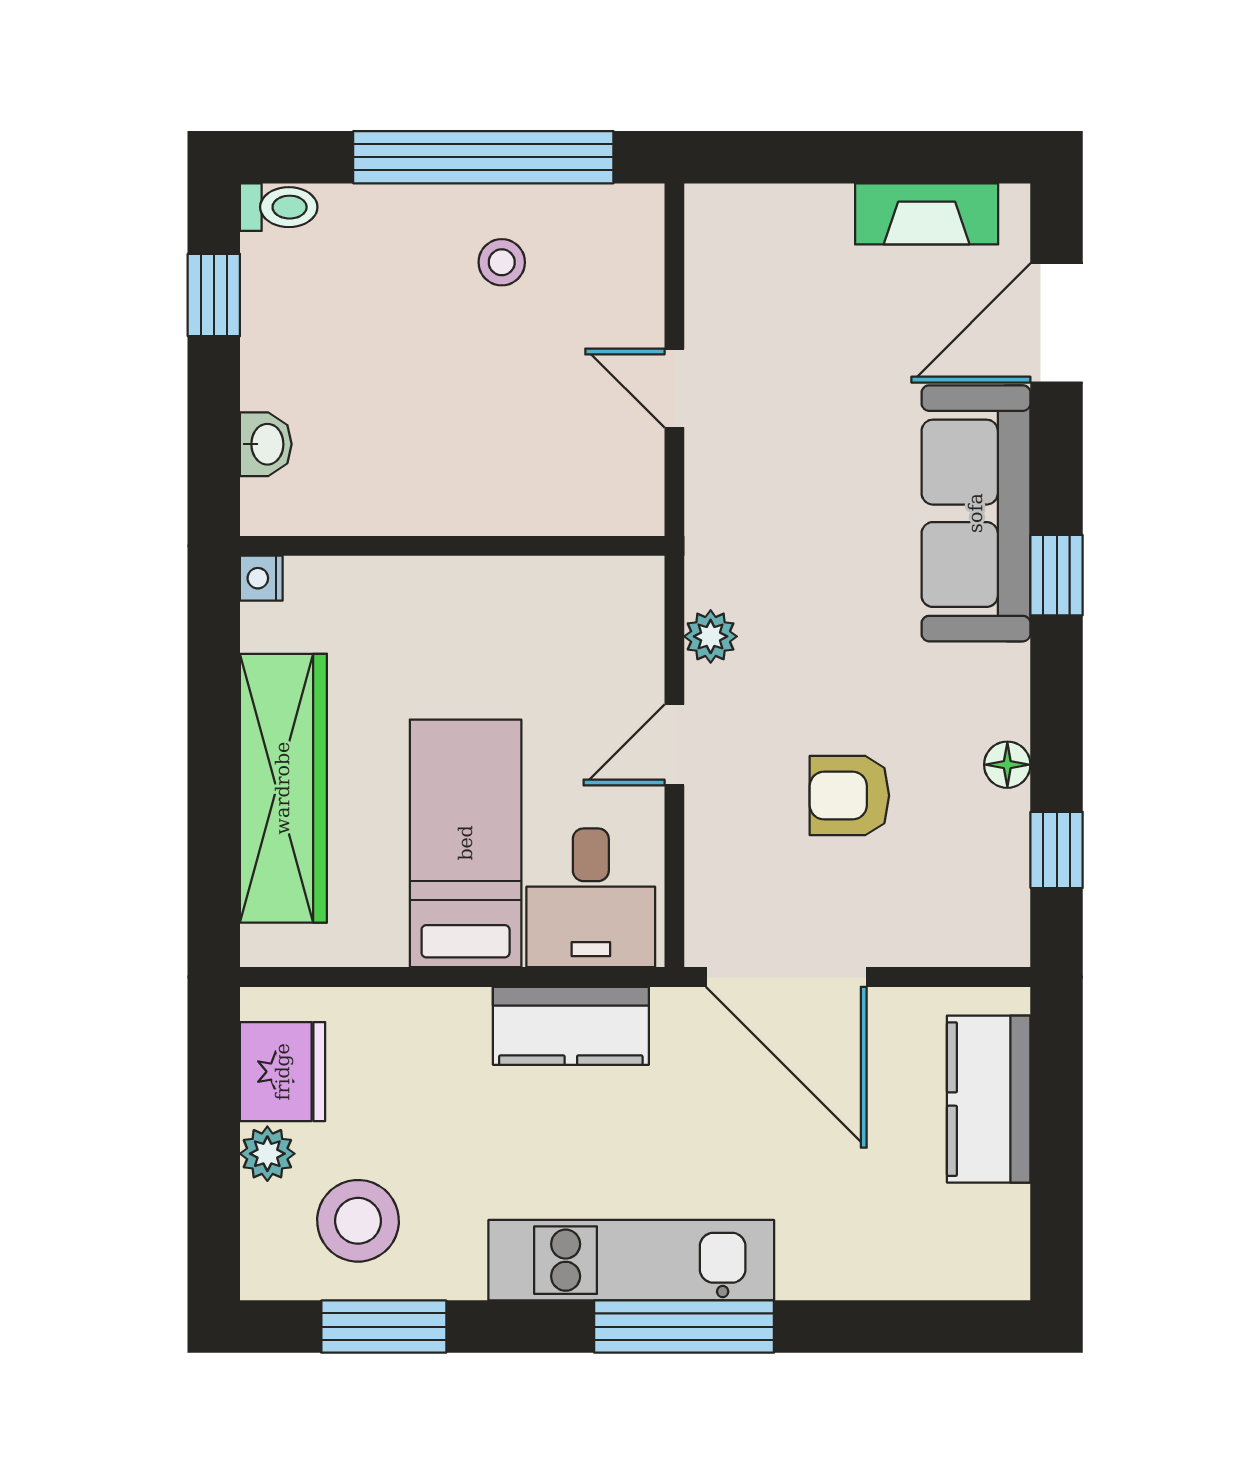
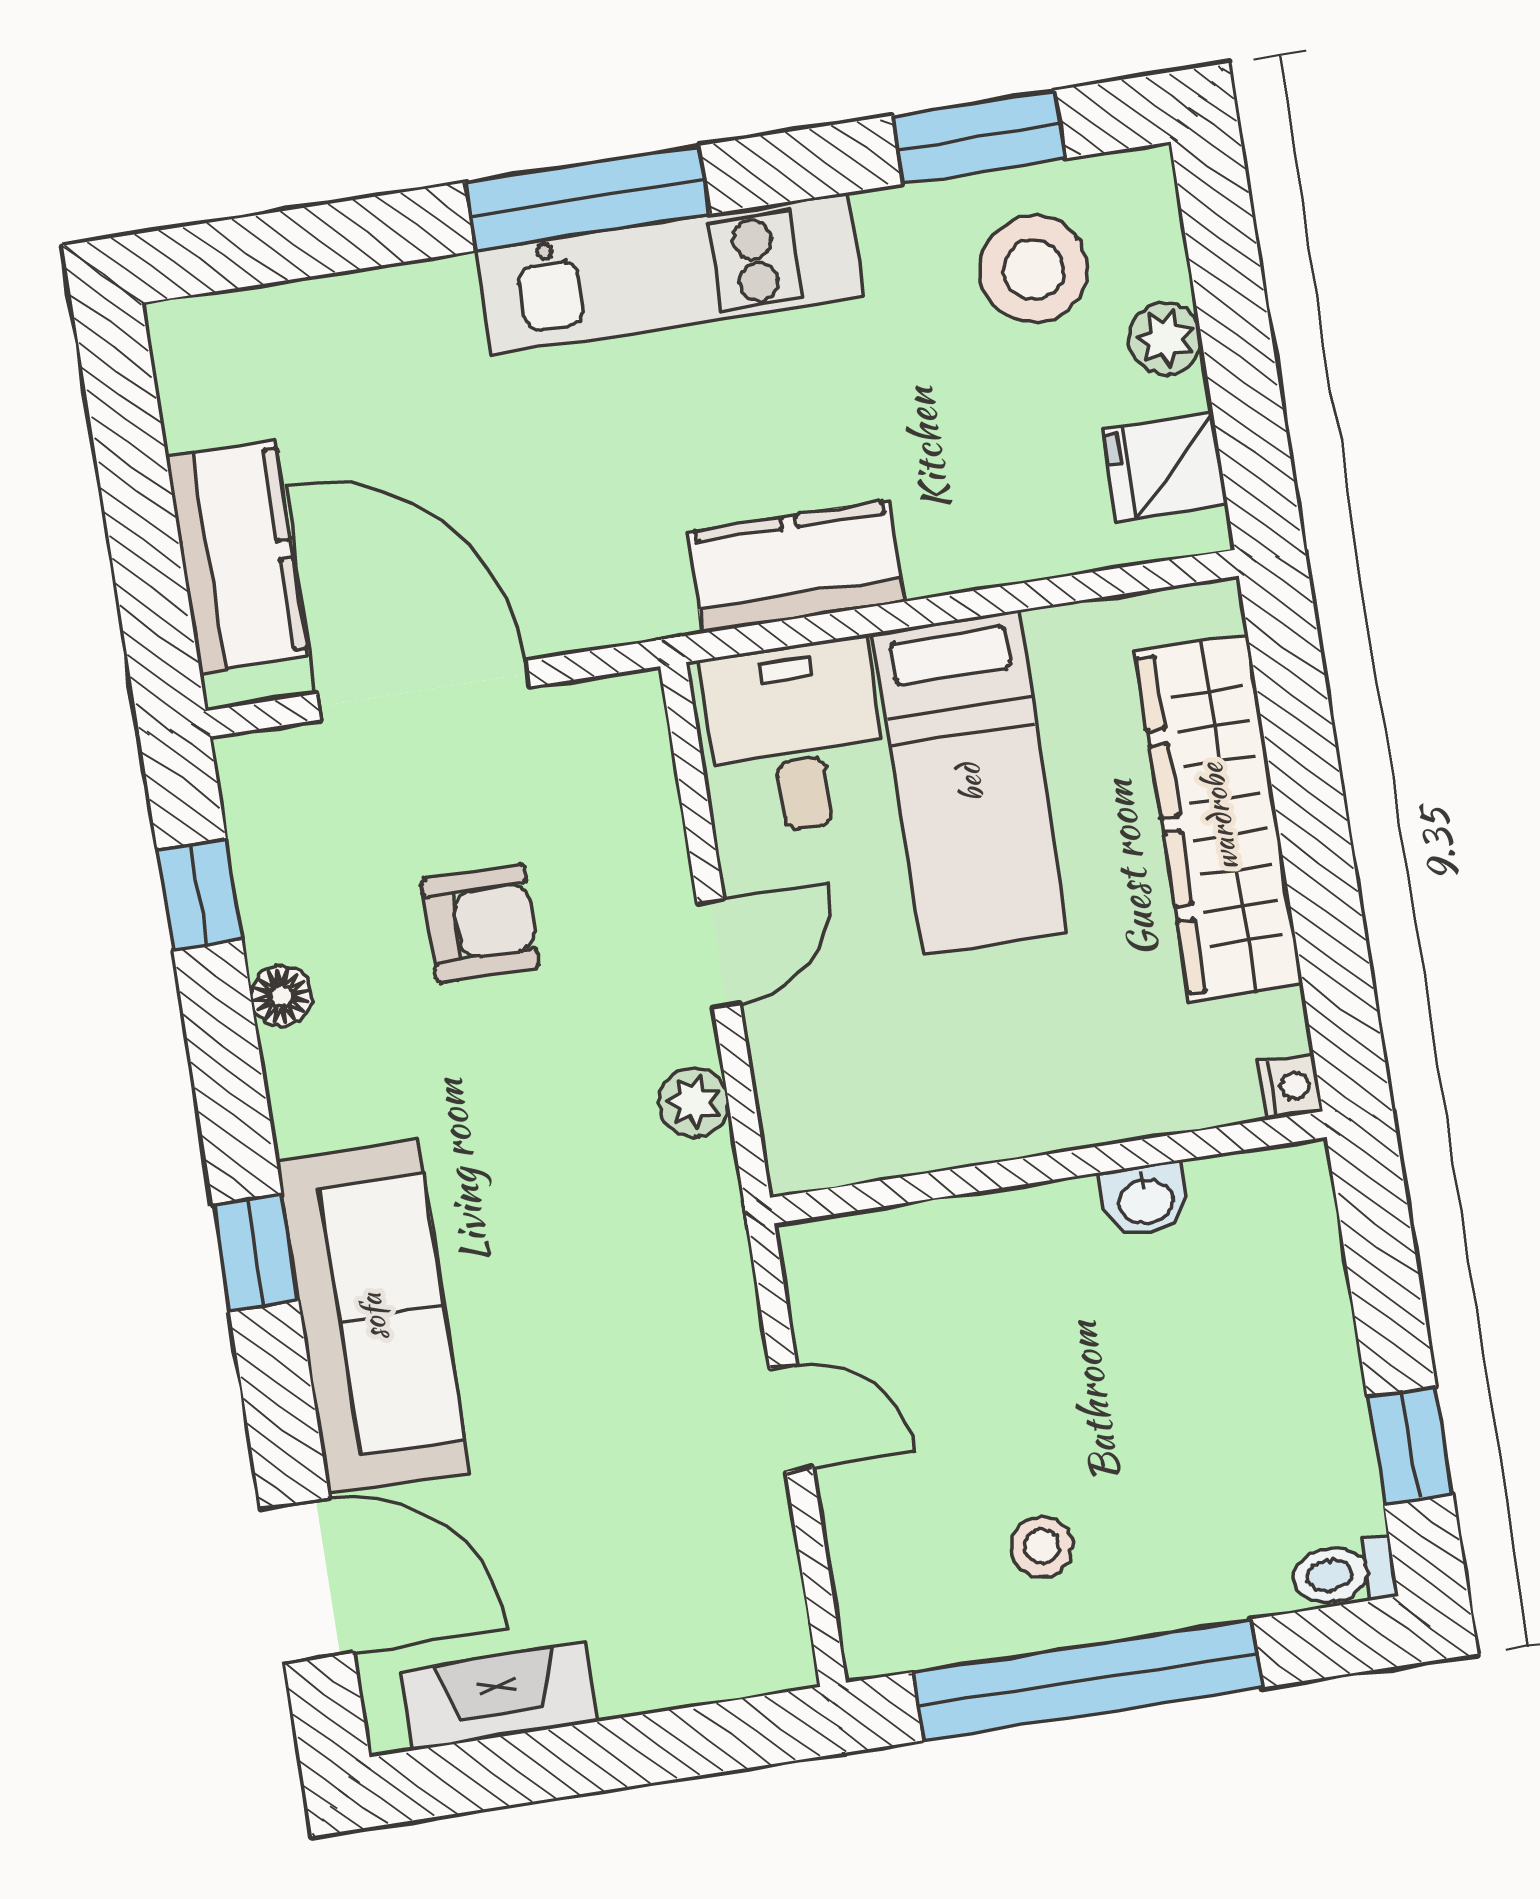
door: (1057, 323) -> (307, 1581), hinge flipped
washbasin: (266, 444) -> (1145, 1200), moved, turned -90
door: (786, 977) -> (424, 690), moved
fridge: (283, 1072) -> (1165, 466), width x0.72

